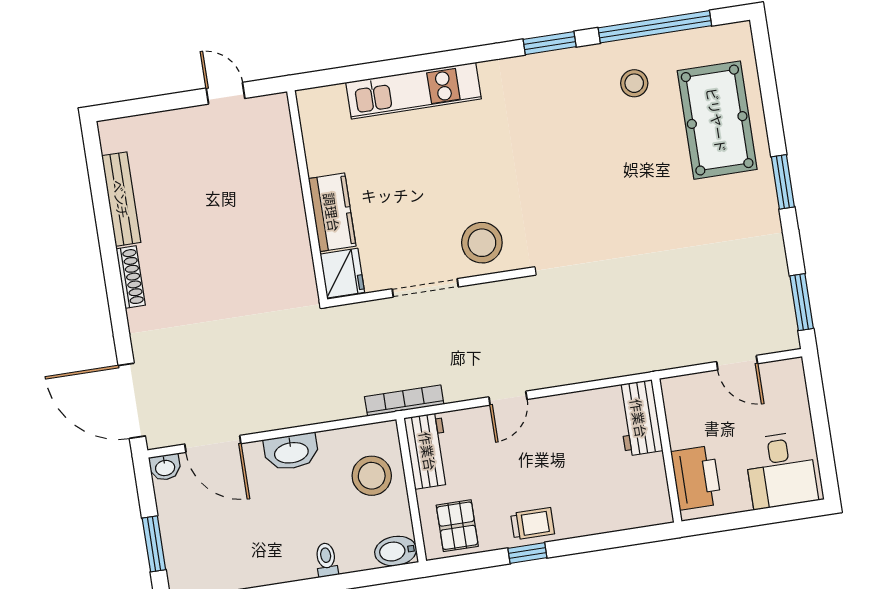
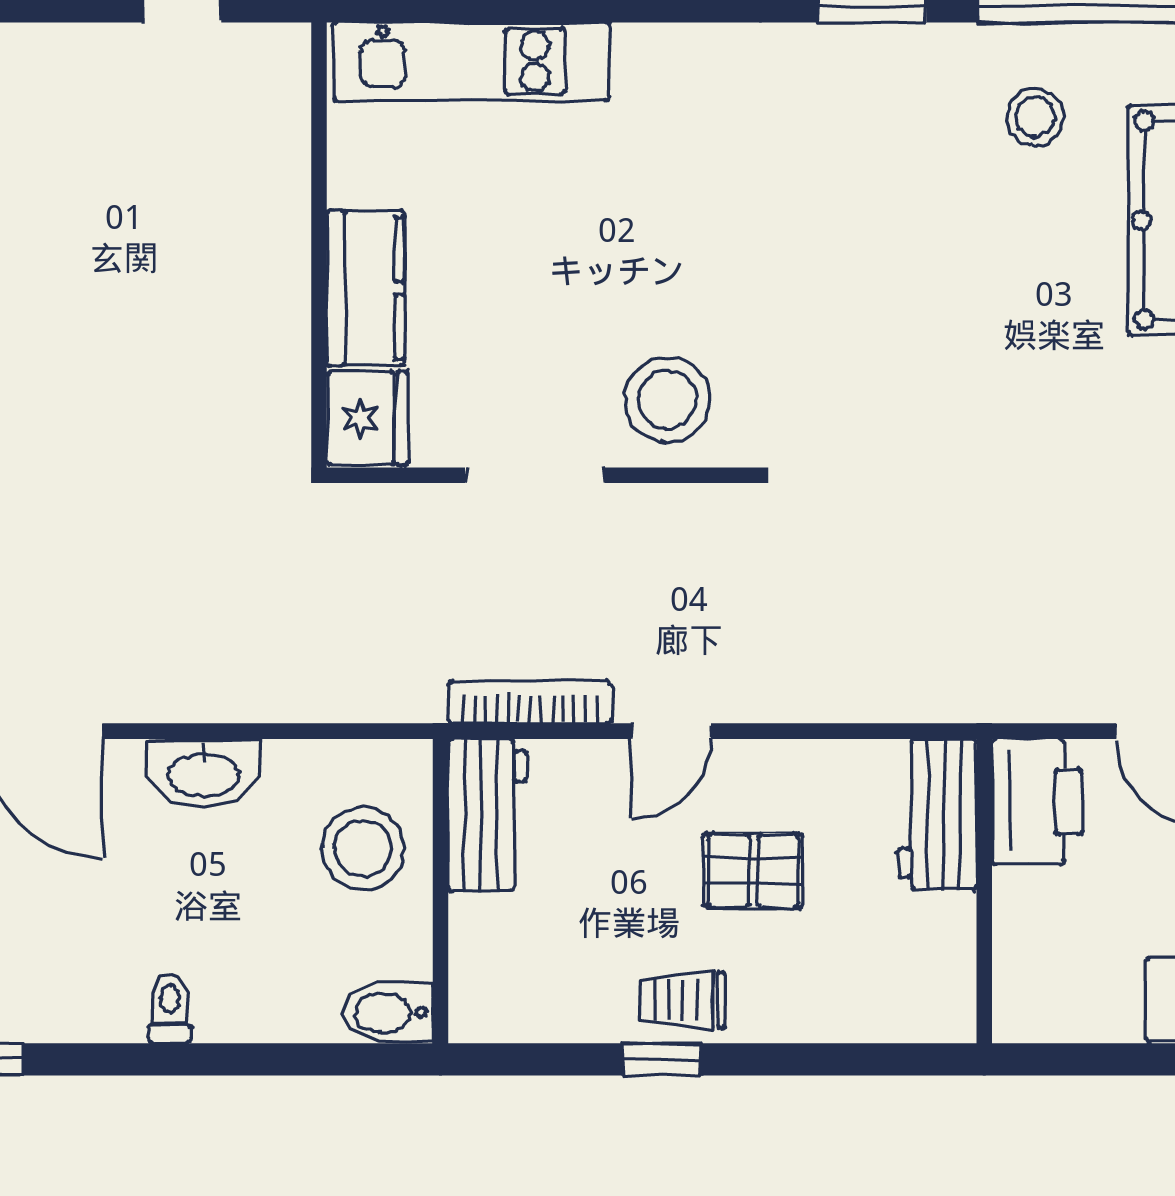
kitchen unit: (414, 91) -> (471, 61), moved
bookcase: (404, 401) -> (530, 703), moved
printer: (696, 478) -> (1037, 801), moved
trolley: (533, 524) -> (682, 1000), turned 180
pallet: (457, 526) -> (753, 871), moved, turned 90
toilet: (326, 560) -> (170, 1009), moved

